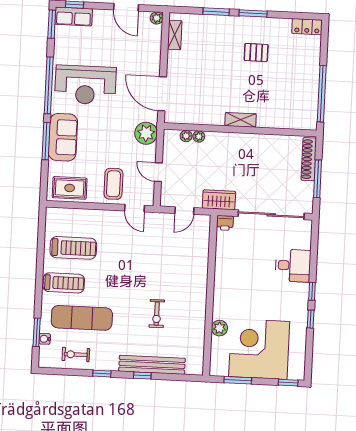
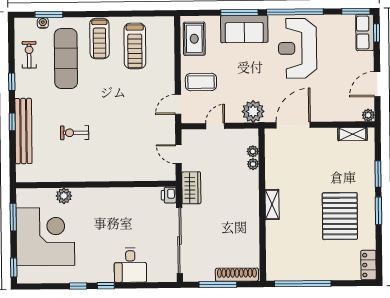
pallet: (256, 52) -> (340, 216), width x2.05, depth x2.00

